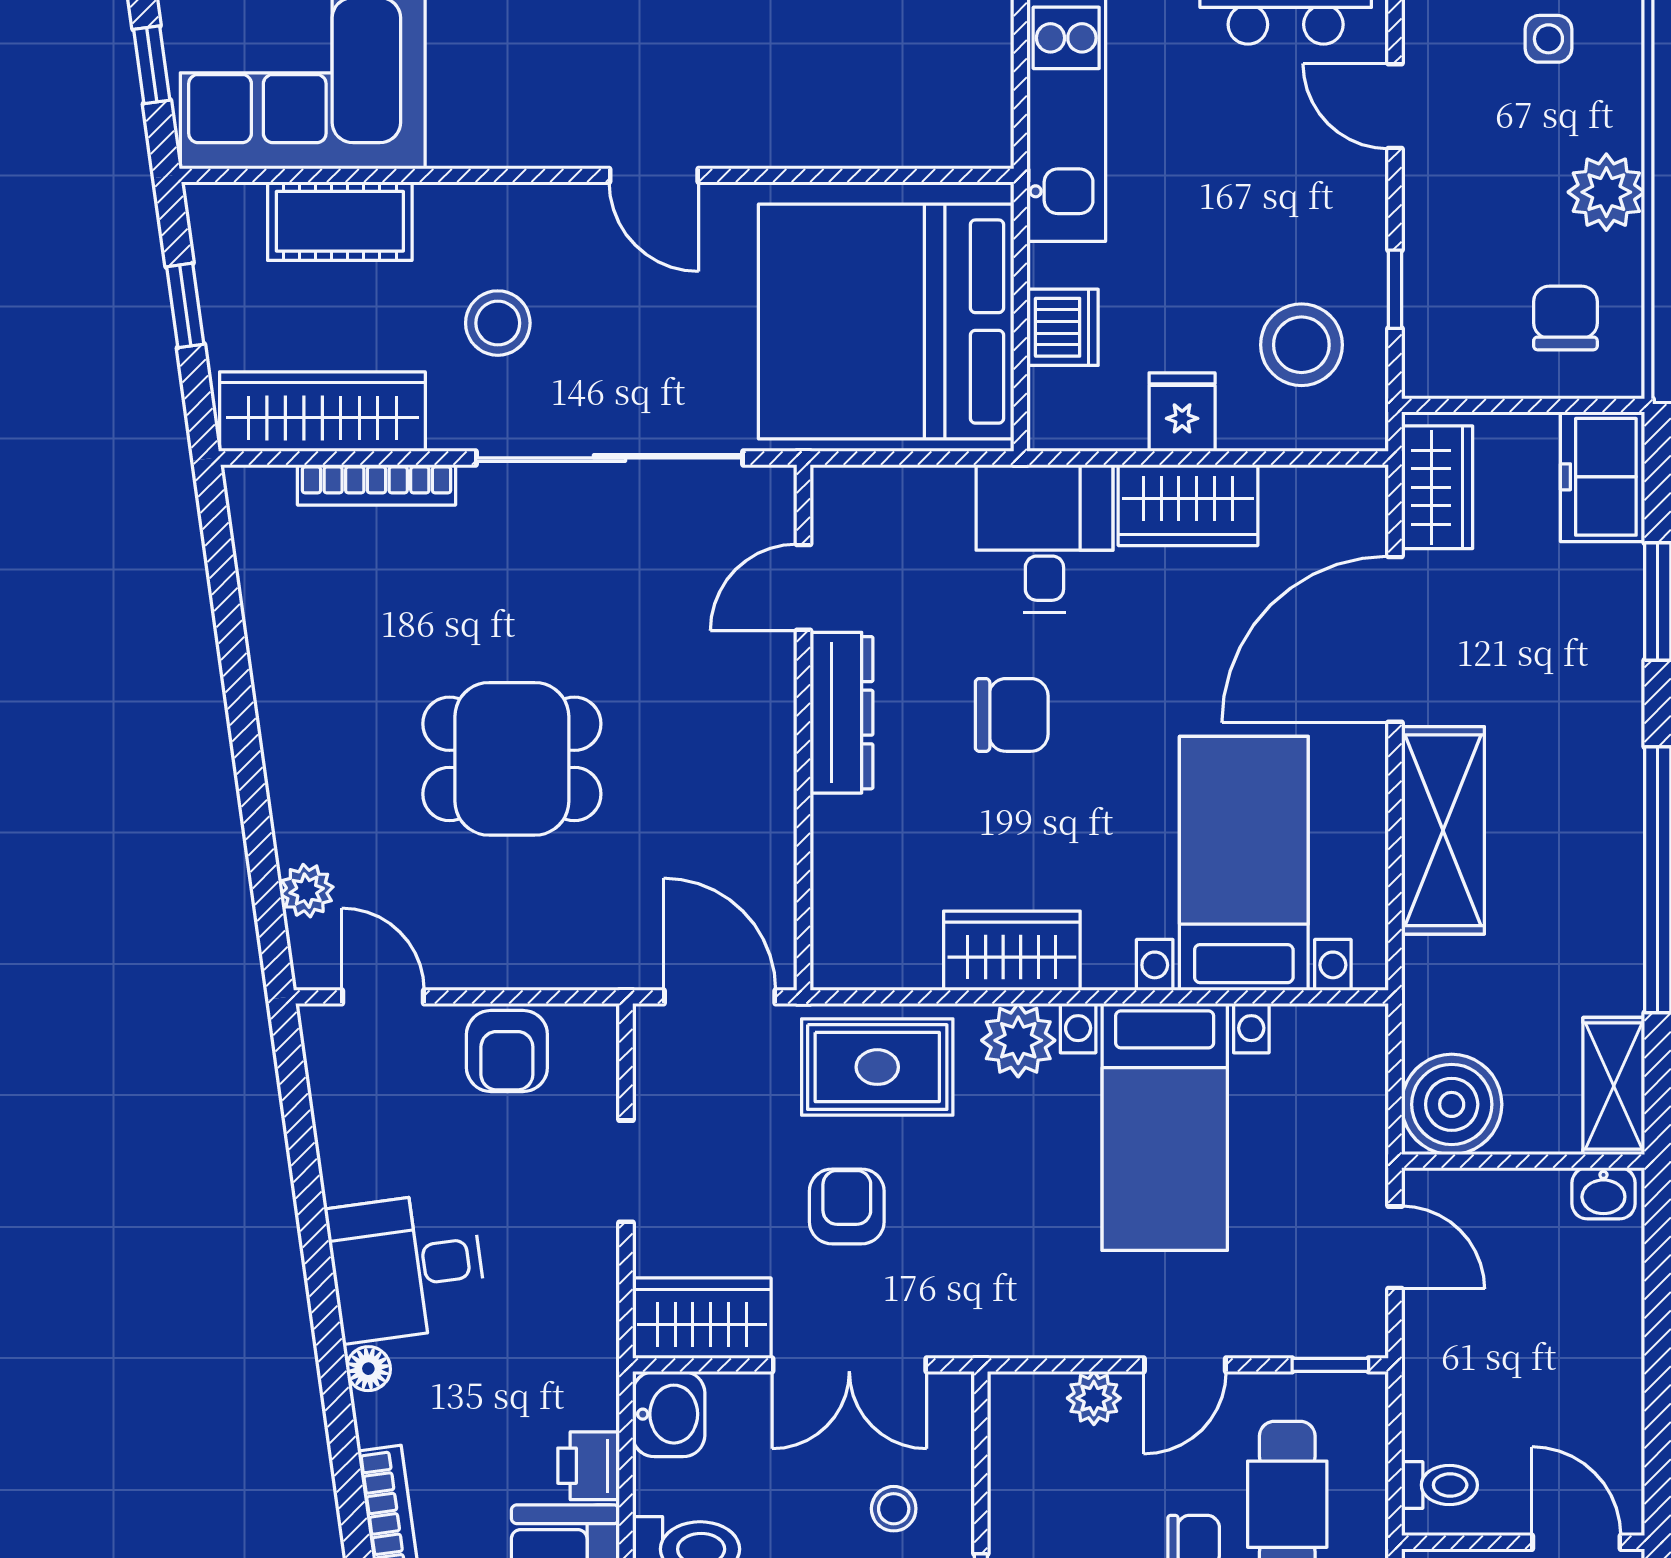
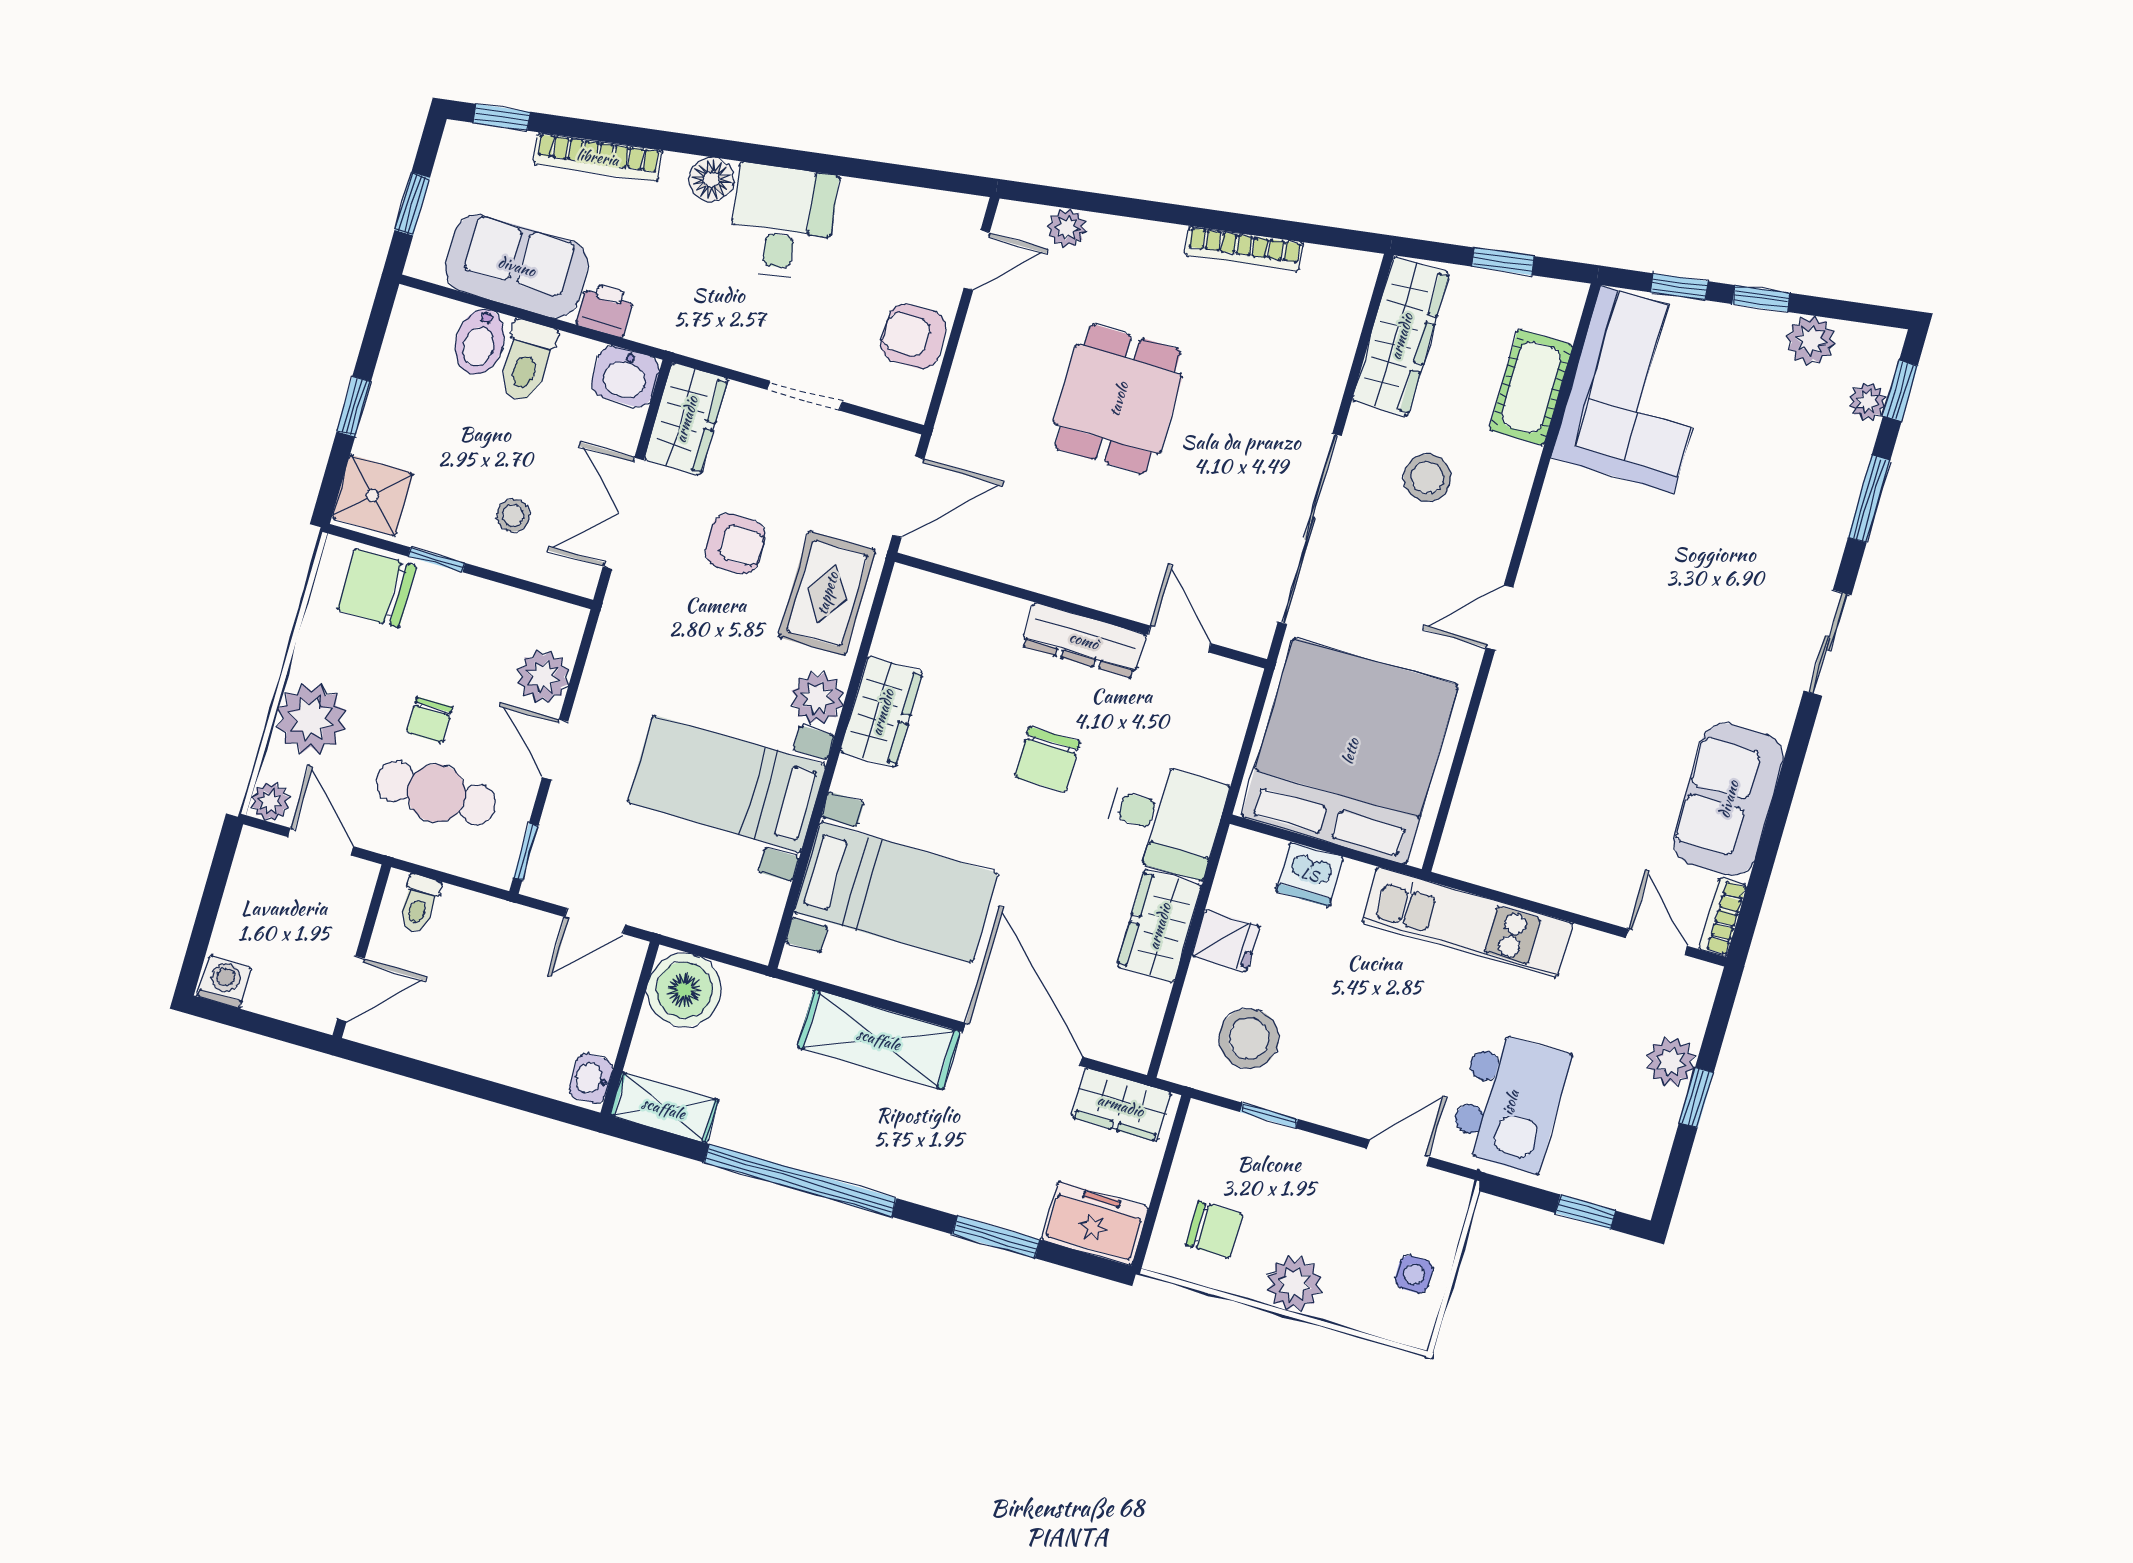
bookcase: (376, 485) -> (1244, 249), moved, turned -98
floor lamp: (368, 1369) -> (711, 179), width x1.37, depth x1.37
plant: (1094, 1398) -> (543, 677), width x1.38, depth x1.38

